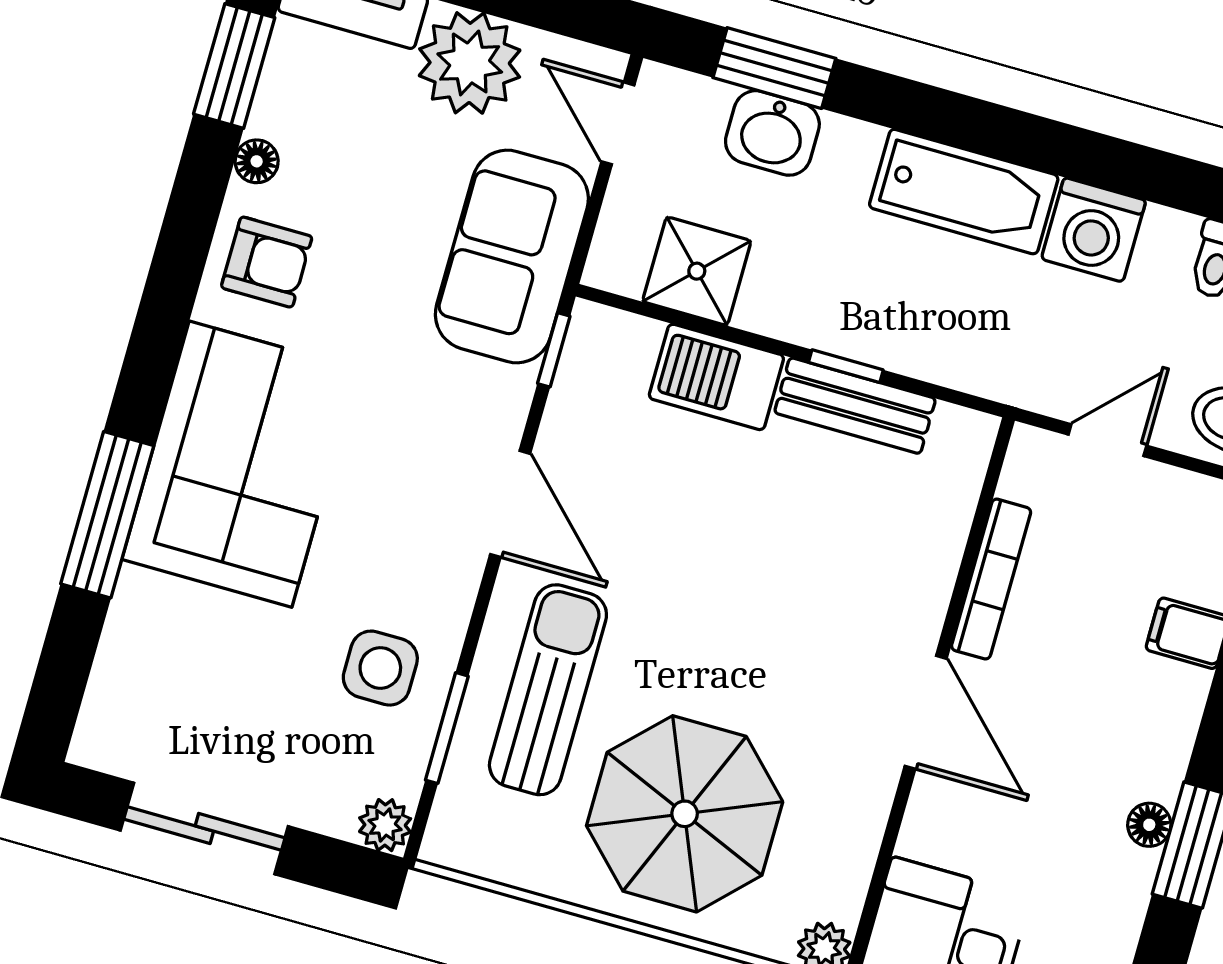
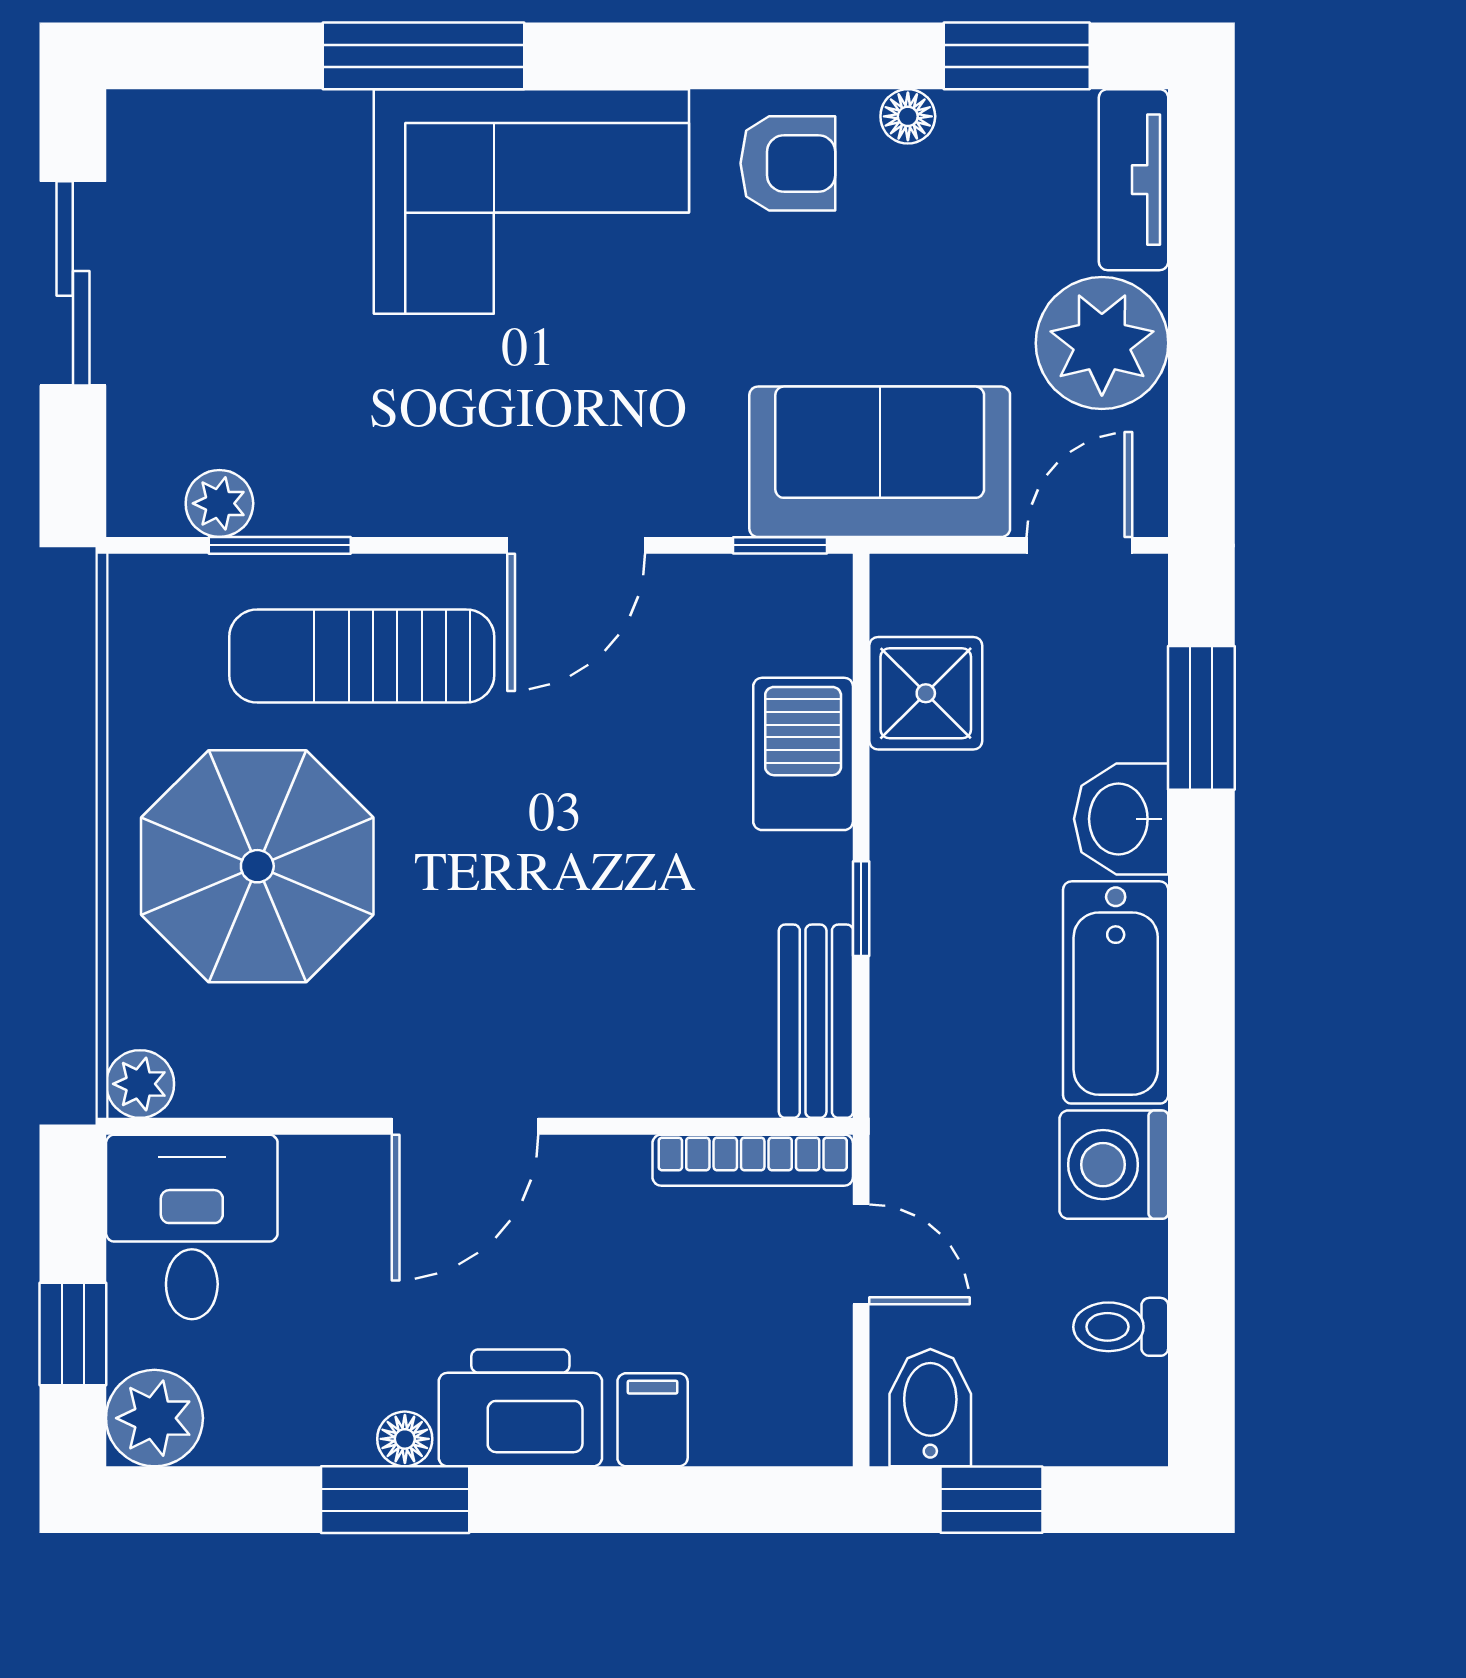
washbasin: (772, 133) -> (1121, 819), moved
armchair: (267, 262) -> (788, 163), turned -90
bench: (855, 406) -> (816, 1021), moved
bookcase: (991, 579) -> (753, 1160), moved
side table: (380, 668) -> (330, 443), removed
sun lounger: (548, 690) -> (362, 656), turned 180
printer: (1150, 731) -> (520, 1408), added
plant: (385, 825) -> (219, 503), moved

